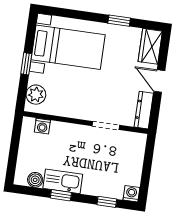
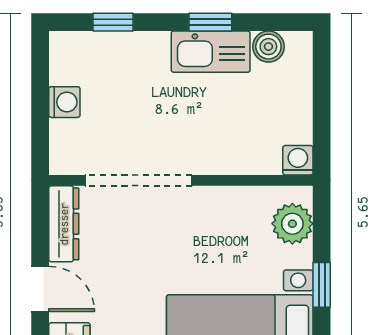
doorway: (106, 125) -> (138, 180), width x1.88
washing machine: (42, 126) -> (298, 160), moved
washing machine: (131, 194) -> (64, 102), moved, turned -90

